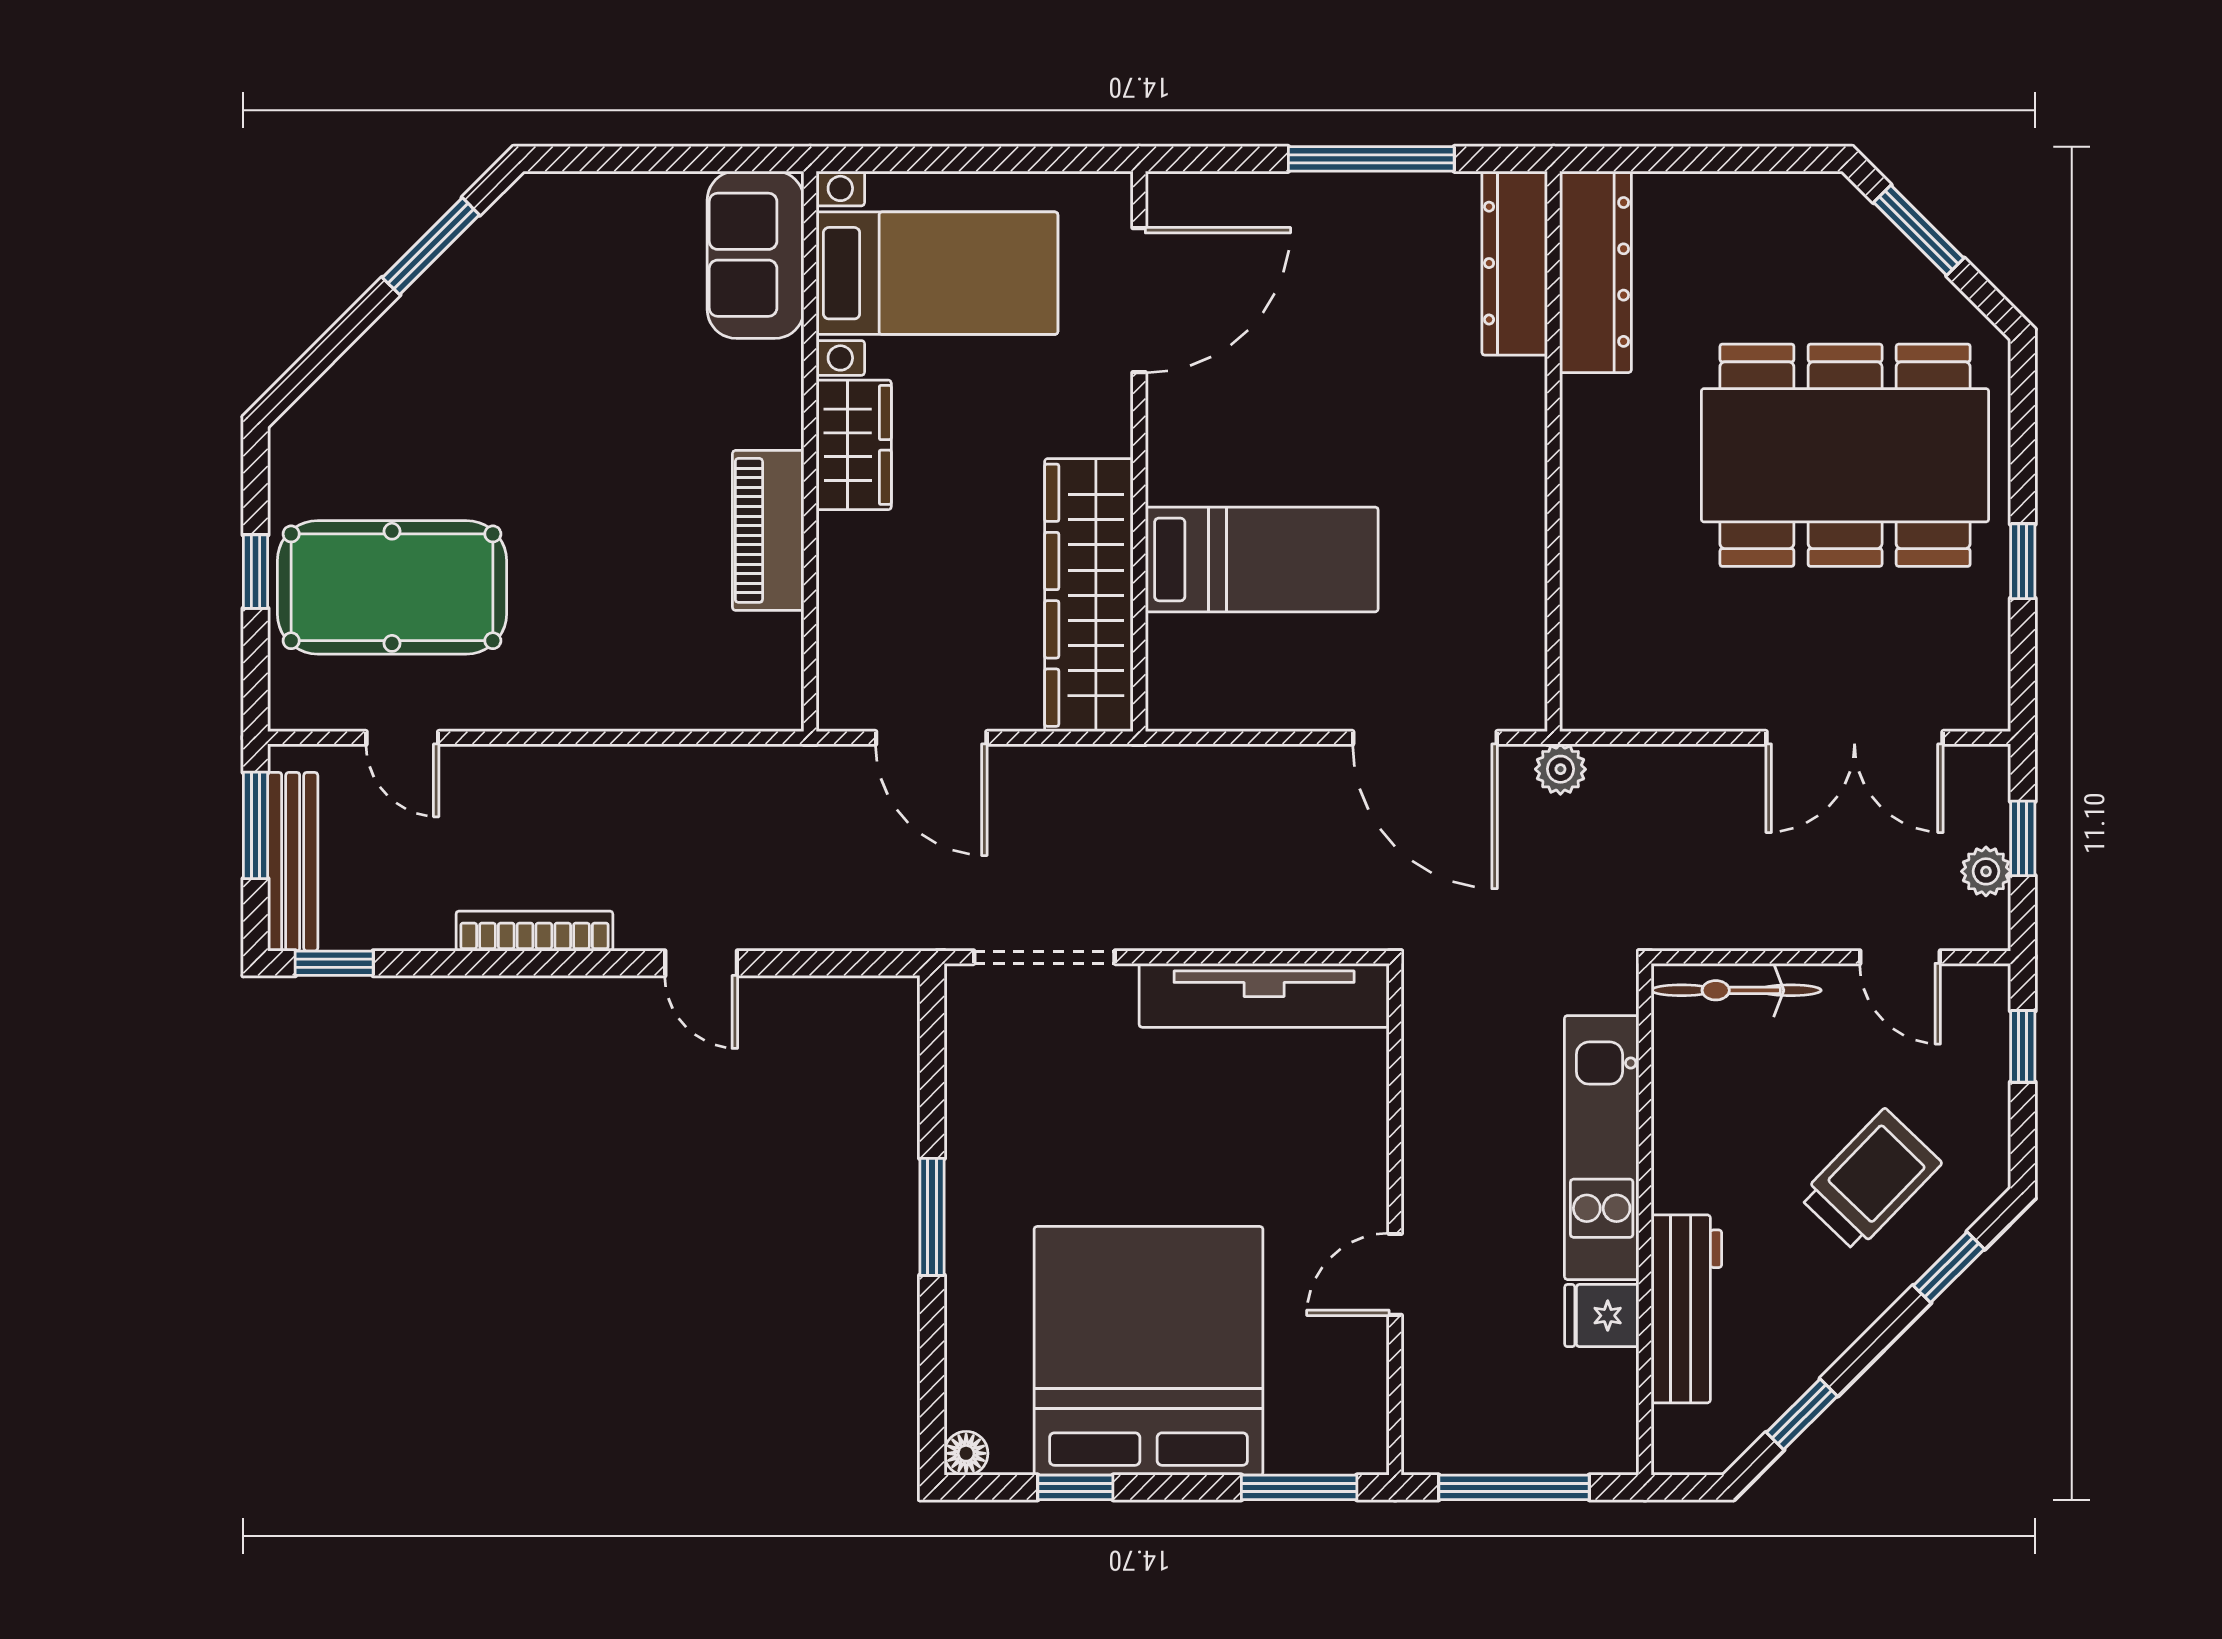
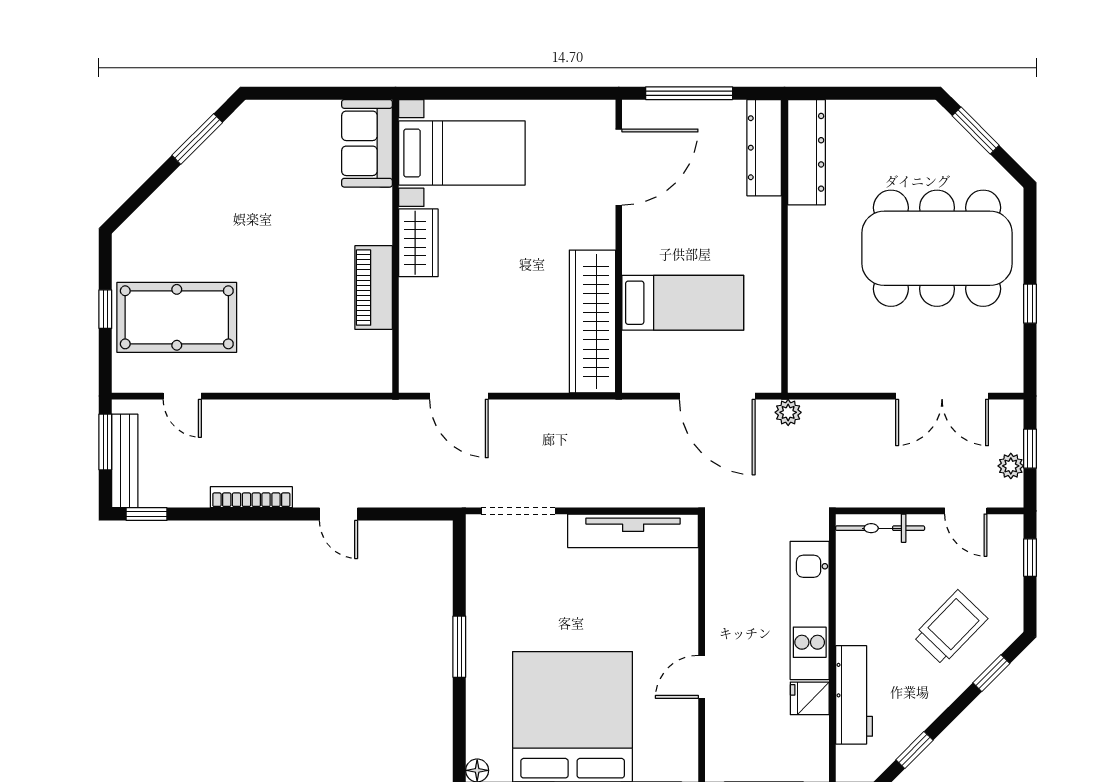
door: (1139, 300) -> (619, 167), moved
wall: (1139, 451) -> (619, 246), moved
bed: (1262, 559) -> (683, 303), moved
wardrobe: (1089, 595) -> (592, 321), moved

